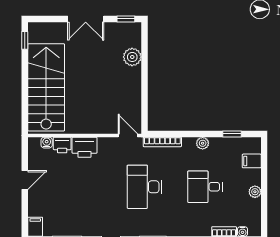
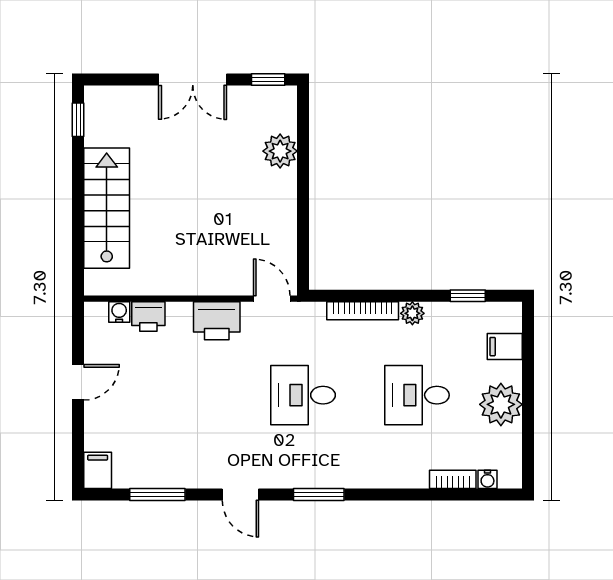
stairs: (46, 87) -> (107, 208), width x0.73, depth x0.66
bookcase: (162, 142) -> (363, 311), moved
printer: (84, 147) -> (217, 321), moved
desk: (144, 187) -> (303, 395), width x0.73
plant: (255, 192) -> (501, 404), width x1.88, depth x1.88

